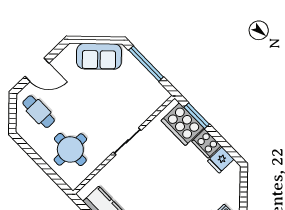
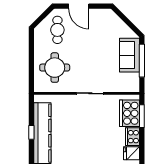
sofa: (99, 56) -> (130, 55), moved, turned 45

